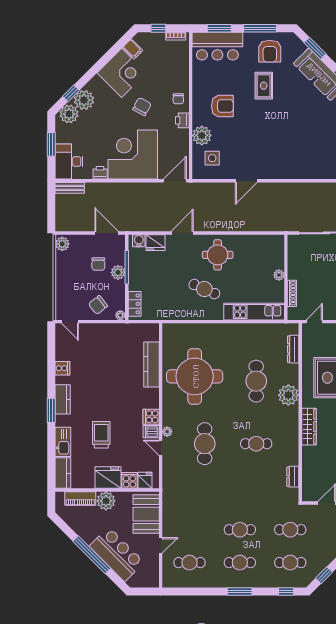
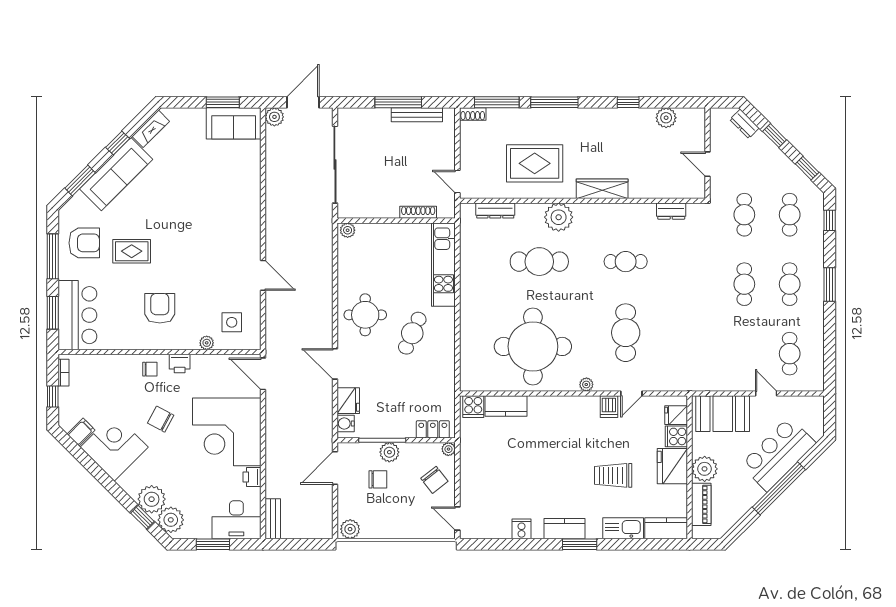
plant: (202, 135) -> (207, 343), width x0.53, depth x0.53
plant: (279, 275) -> (348, 230), moved
door: (70, 322) -> (457, 519), swing flipped
kitchen counter: (152, 364) -> (506, 406), width x0.67
cooker: (151, 417) -> (473, 407), moved
plant: (167, 432) -> (586, 384), moved
cafe table: (205, 444) -> (626, 333), turned 90
cafe table: (256, 444) -> (626, 262), turned 90

